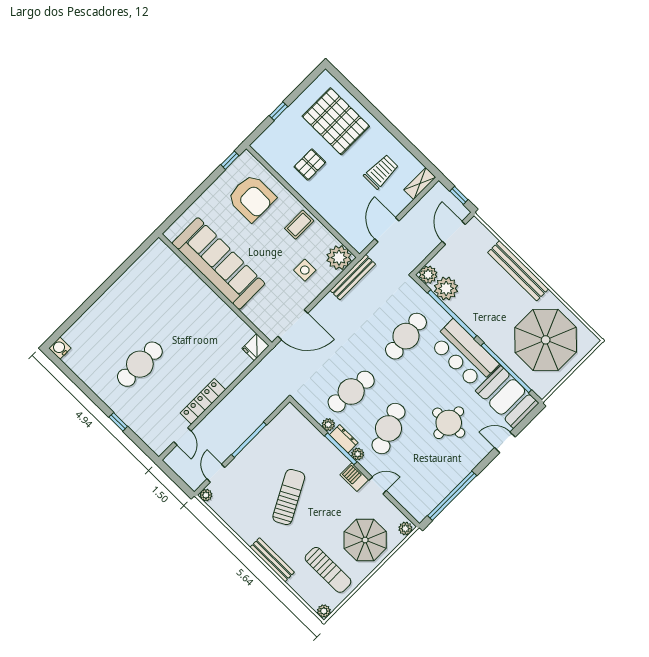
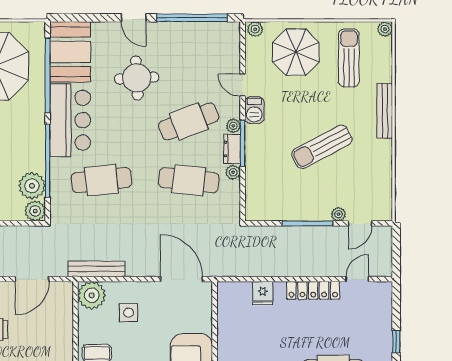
fridge: (255, 347) -> (263, 293), moved, turned 90
door: (505, 442) -> (134, 18), moved
plant: (206, 495) -> (338, 214), moved

